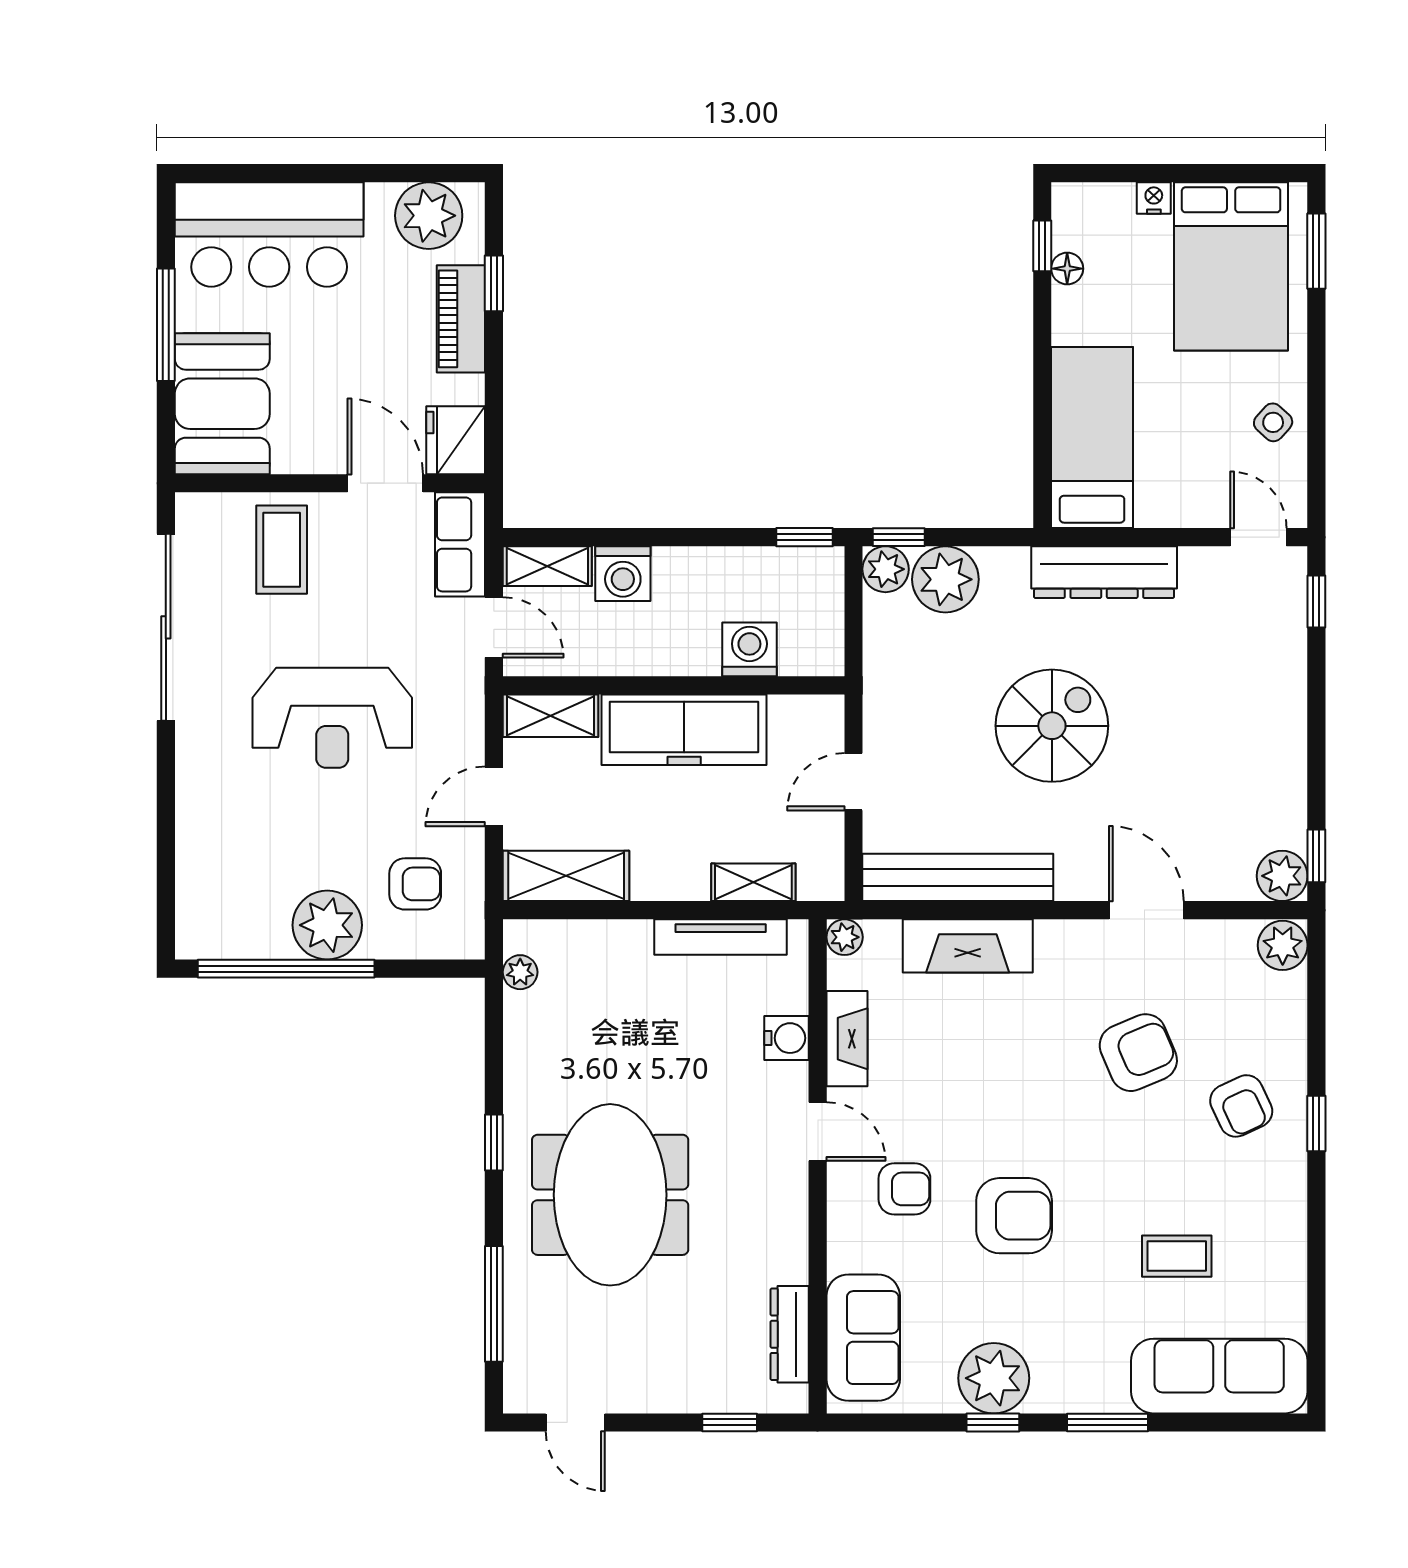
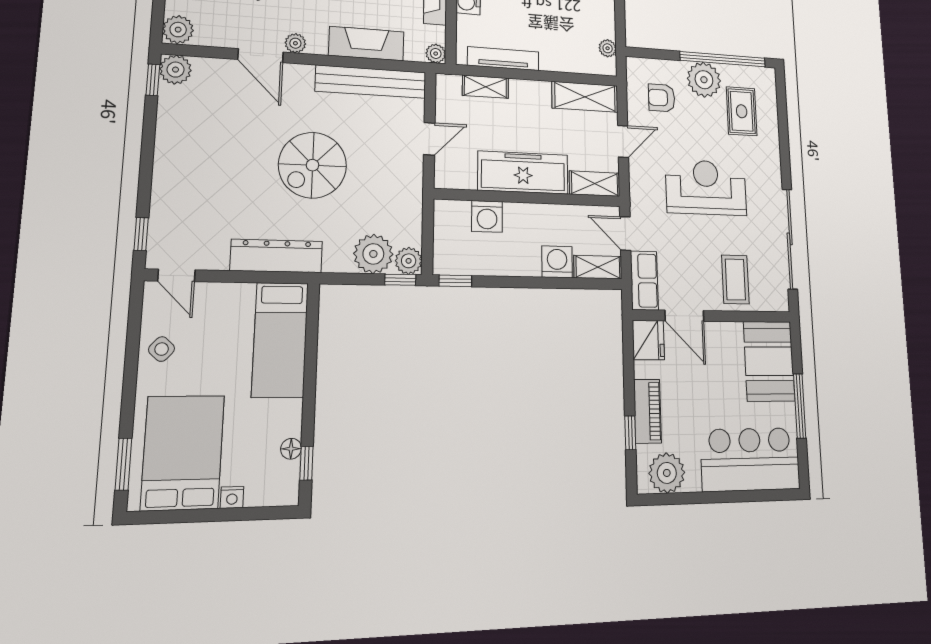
rug: (252, 868) -> (742, 111), added
plant: (1089, 937) -> (295, 43), added

